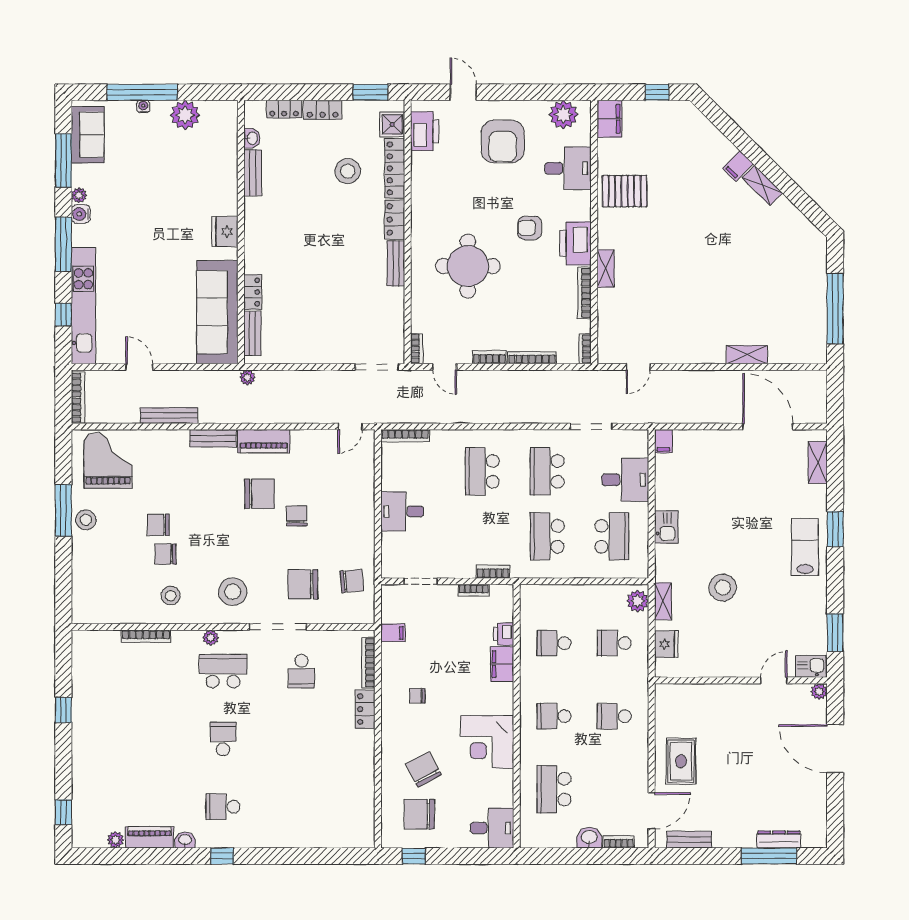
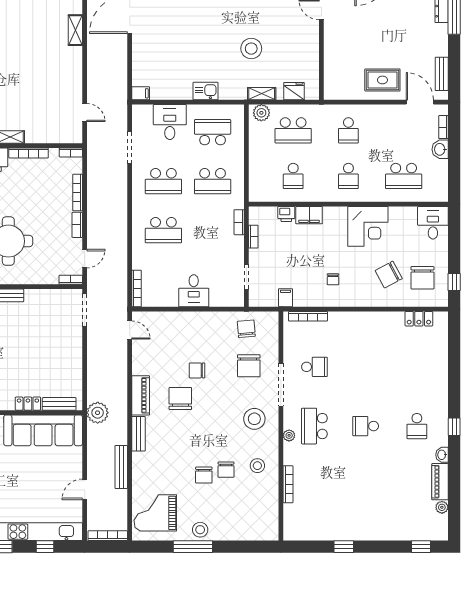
plant: (247, 378) -> (98, 413), width x1.88, depth x1.88
school desk: (614, 643) -> (293, 130), width x1.85
locker: (365, 709) -> (419, 319), moved

